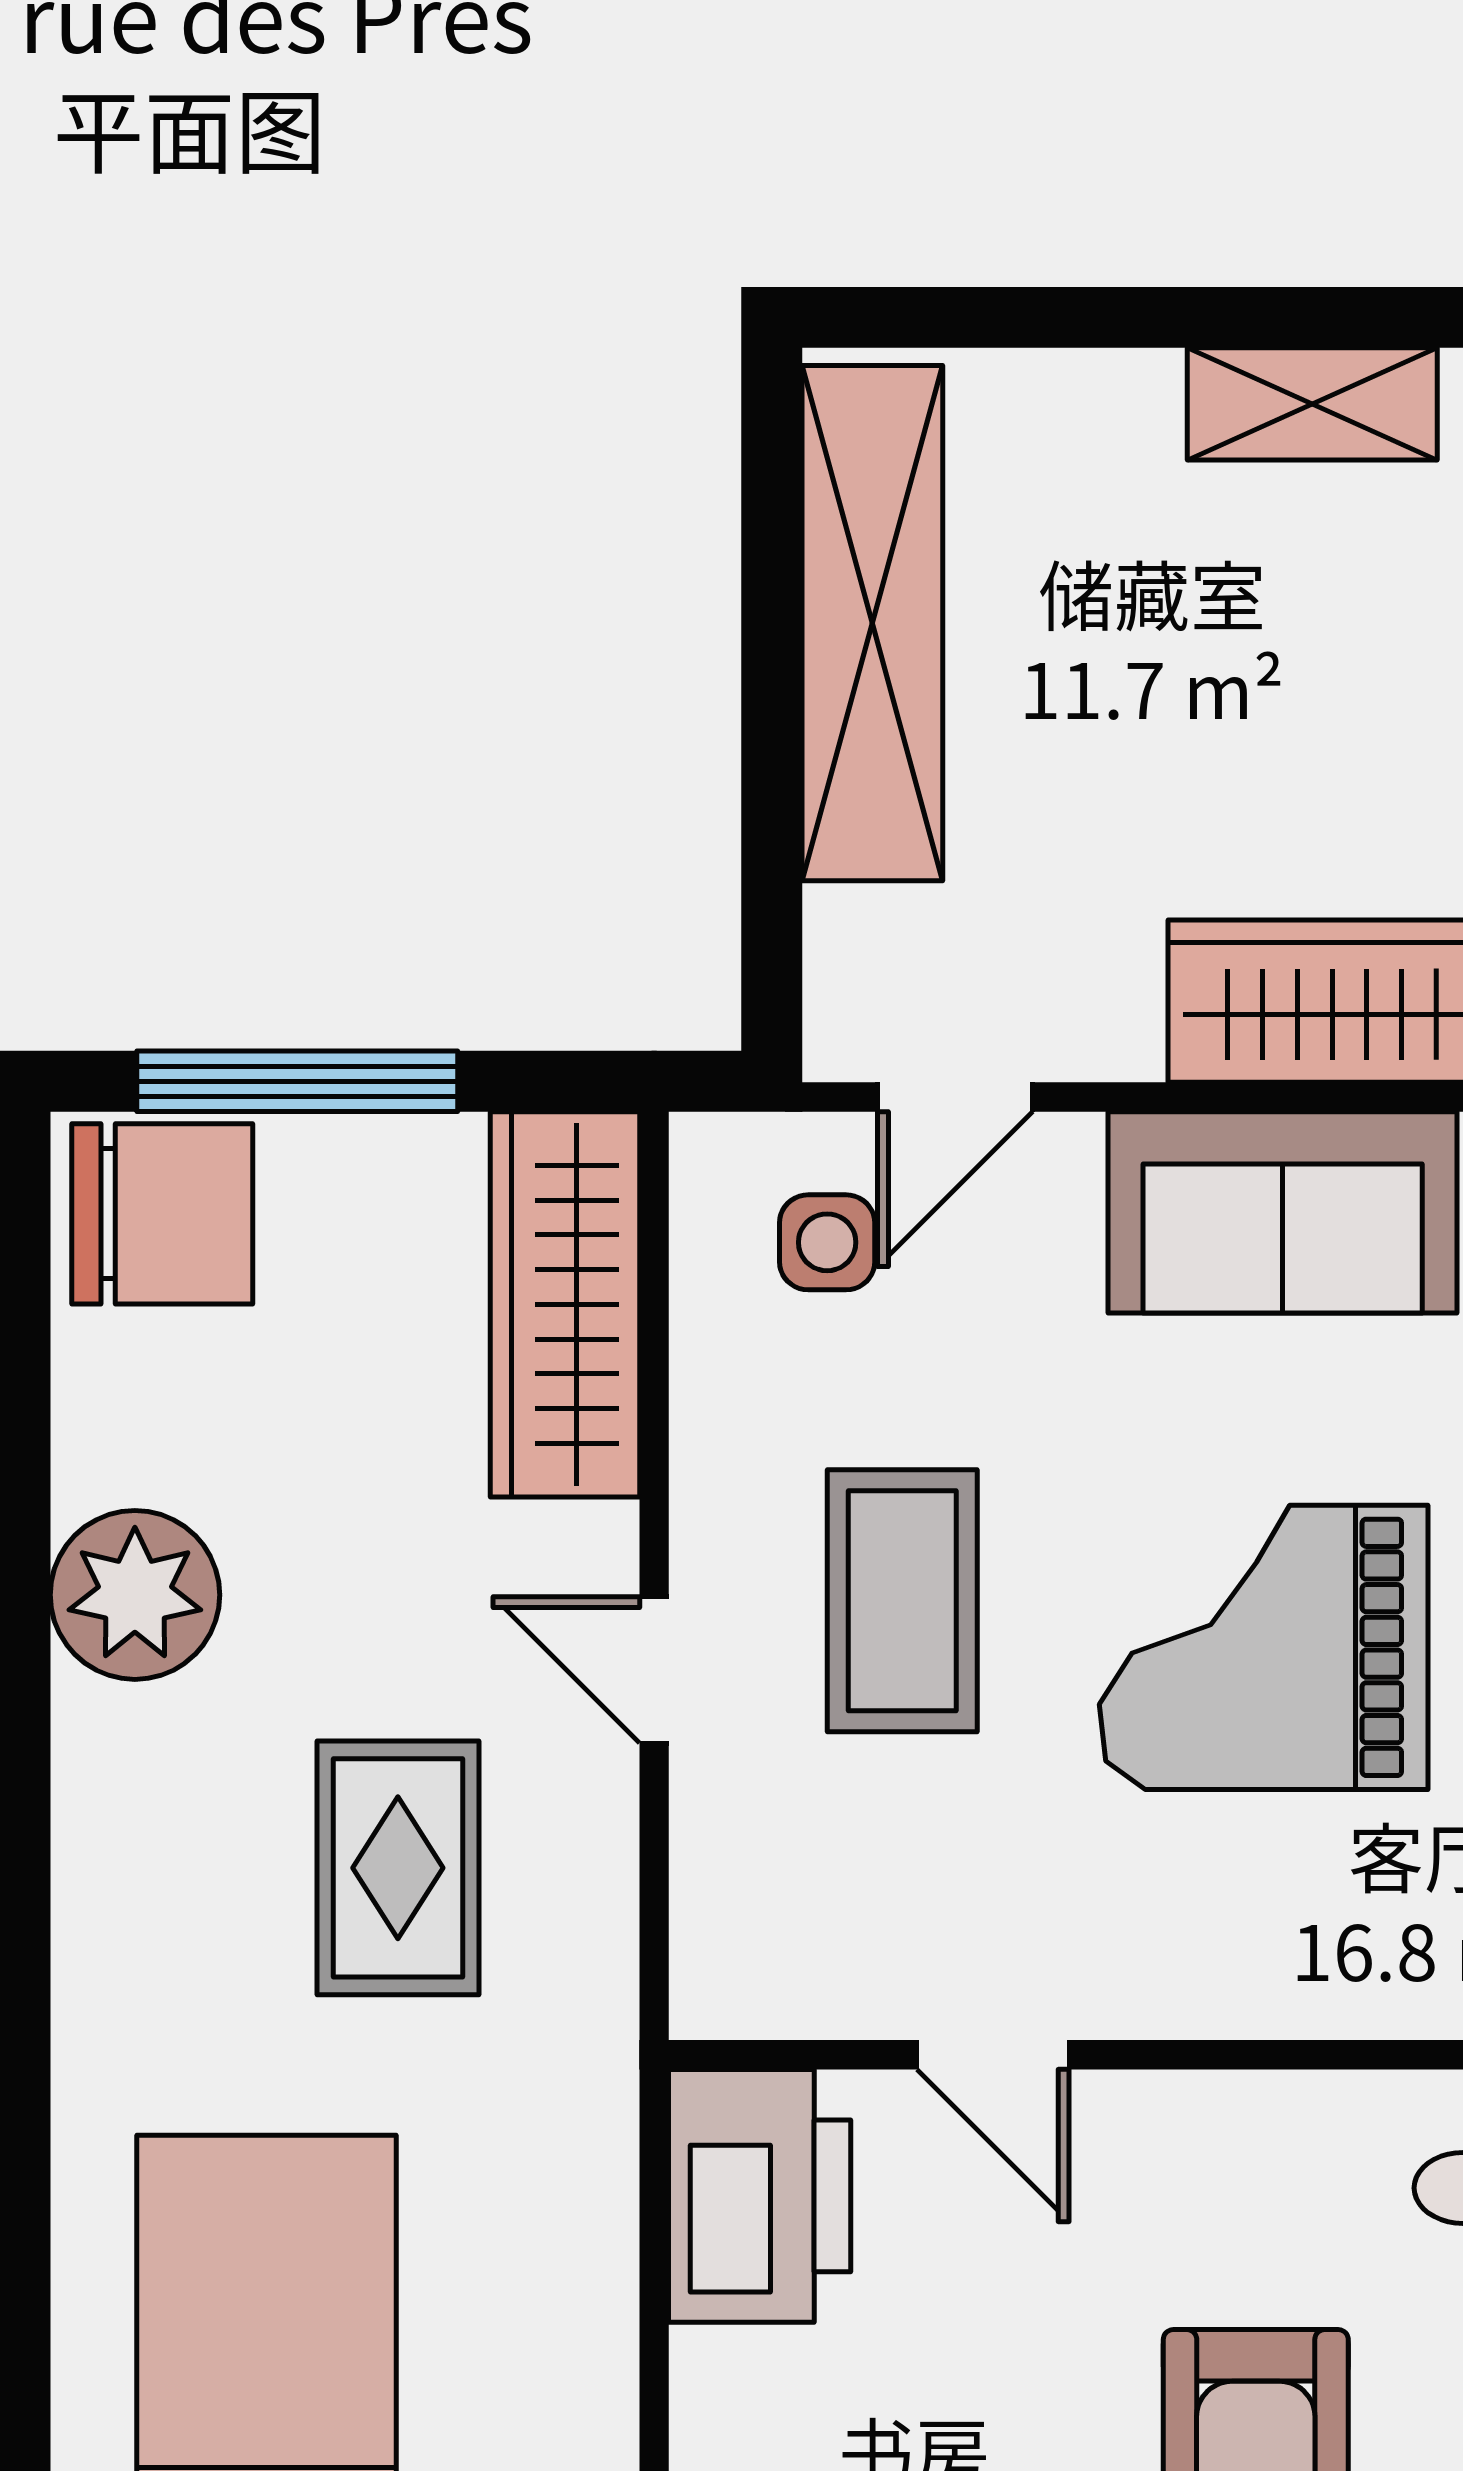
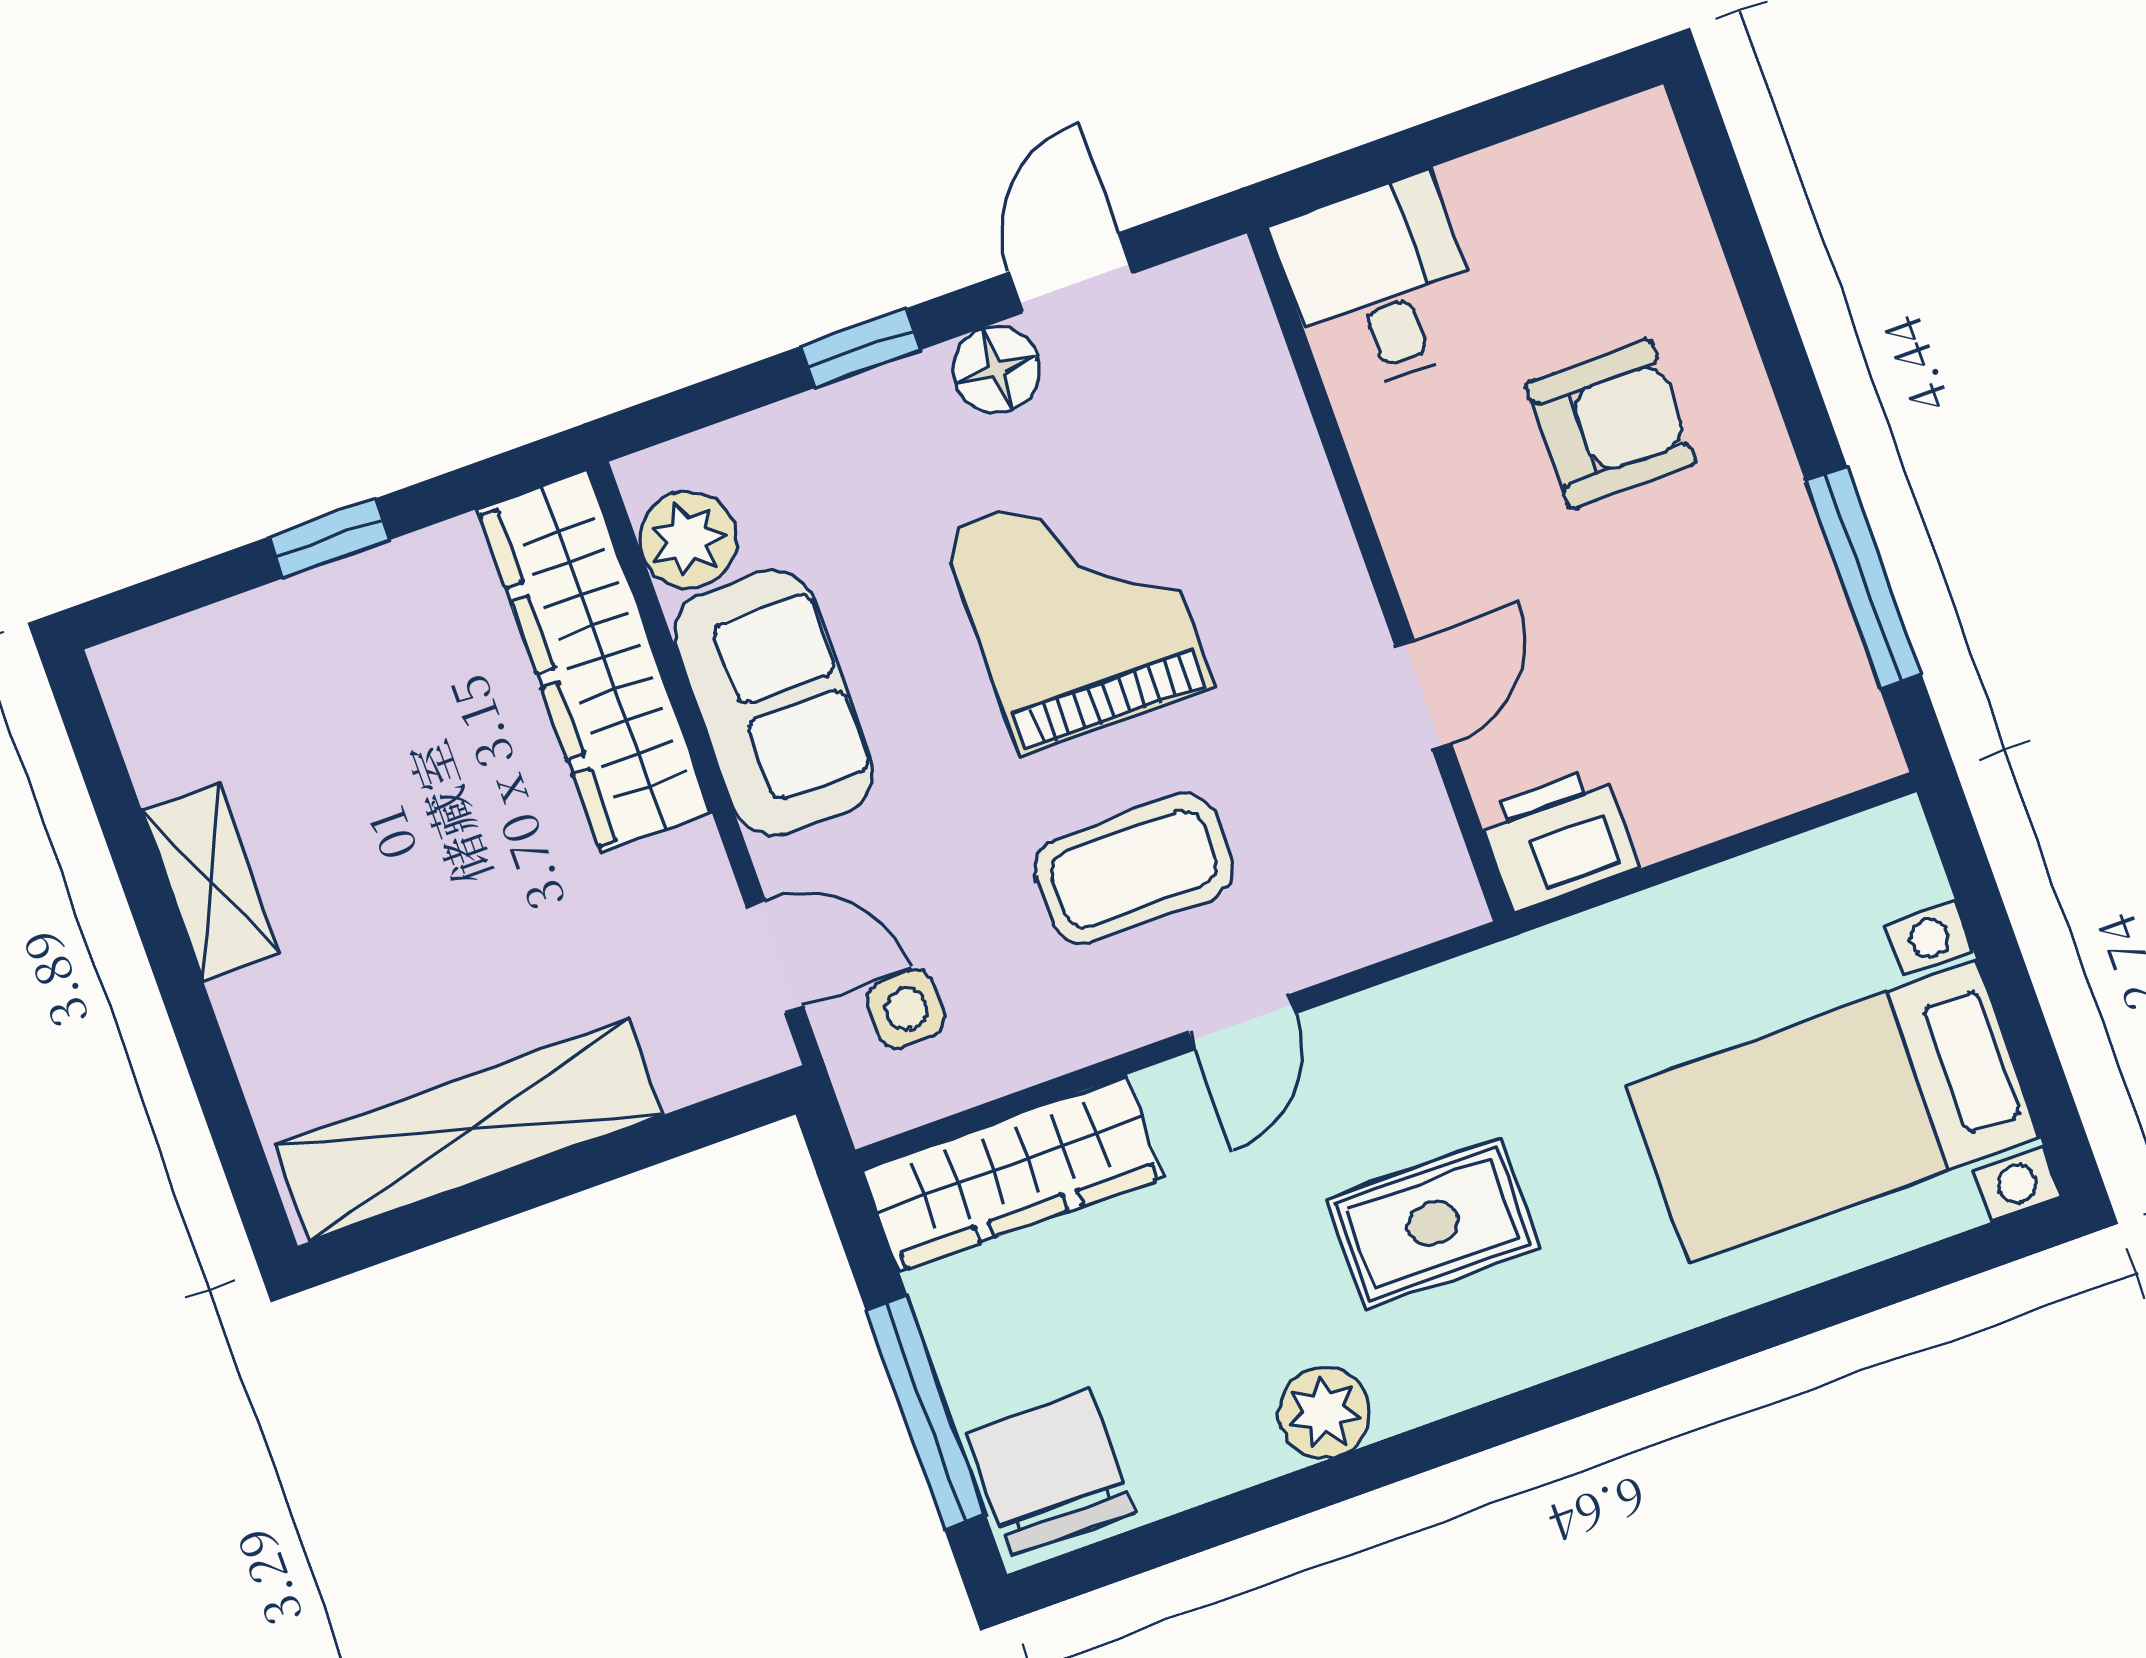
plant: (135, 1595) -> (1324, 1413), width x0.73, depth x0.73
grand piano: (1264, 1647) -> (1077, 609), turned 180
rug: (398, 1868) -> (1433, 1223), moved
printer: (760, 2196) -> (1558, 839), width x0.73, depth x0.84

